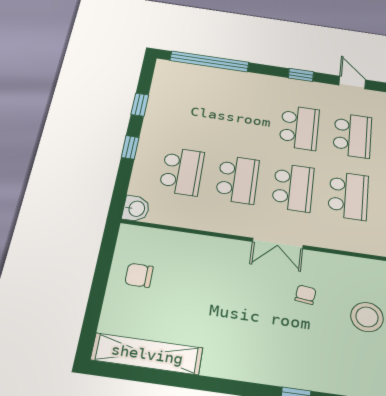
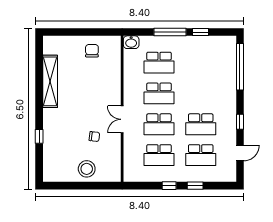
window: (130, 147) -> (170, 32), width x2.17
shelving: (147, 354) -> (50, 81), moved

